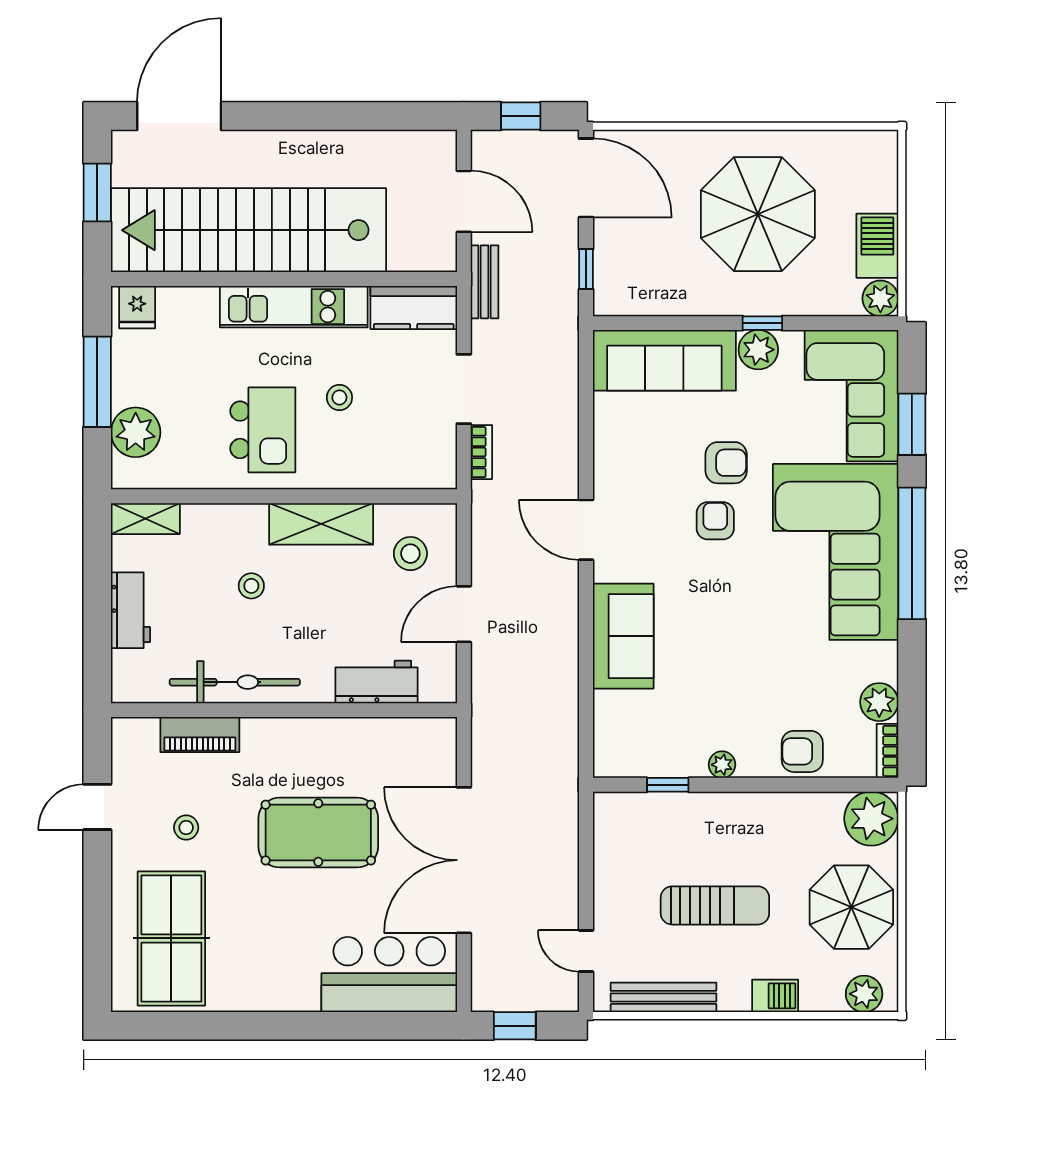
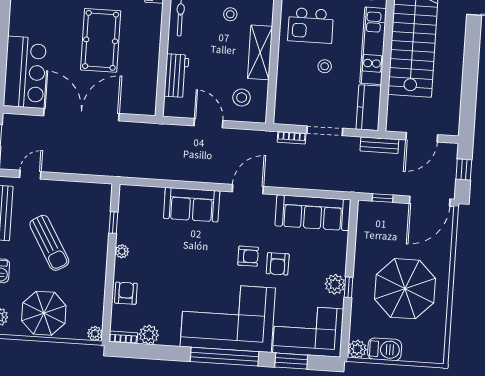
sofa: (664, 360) -> (313, 213), moved, turned -90
plant: (871, 819) -> (95, 333), width x0.53, depth x0.53
sun lounger: (715, 905) -> (49, 243), turned -30

